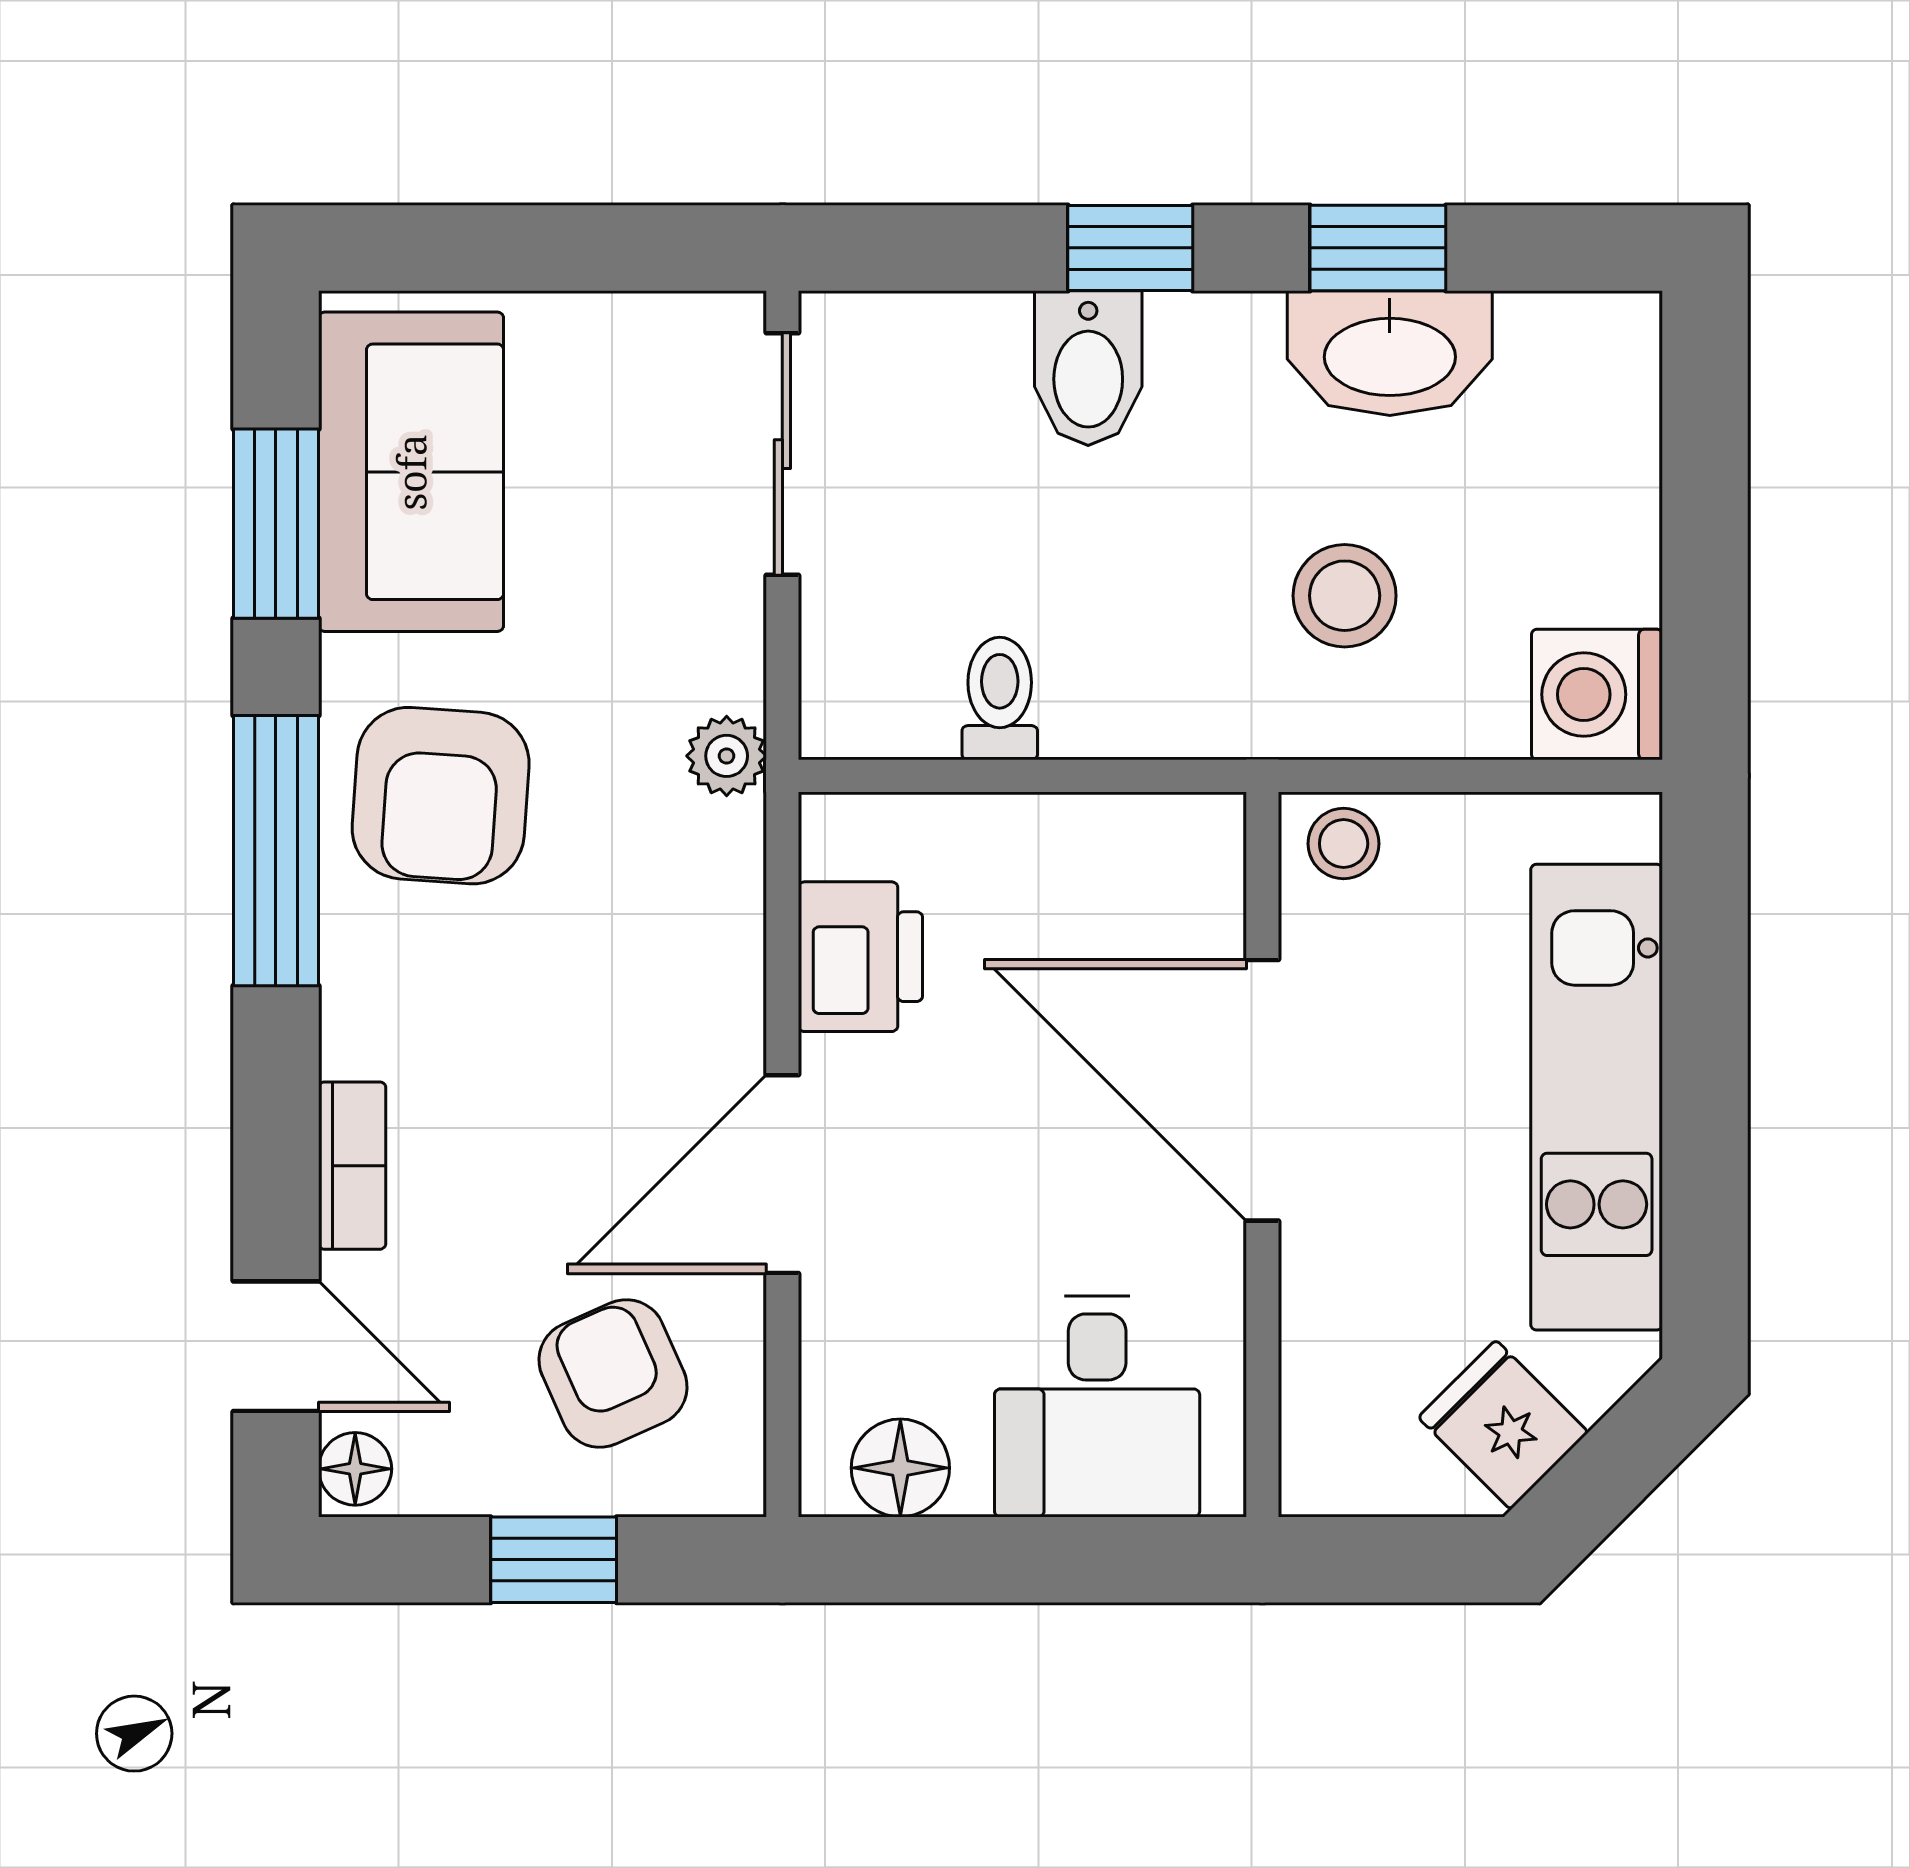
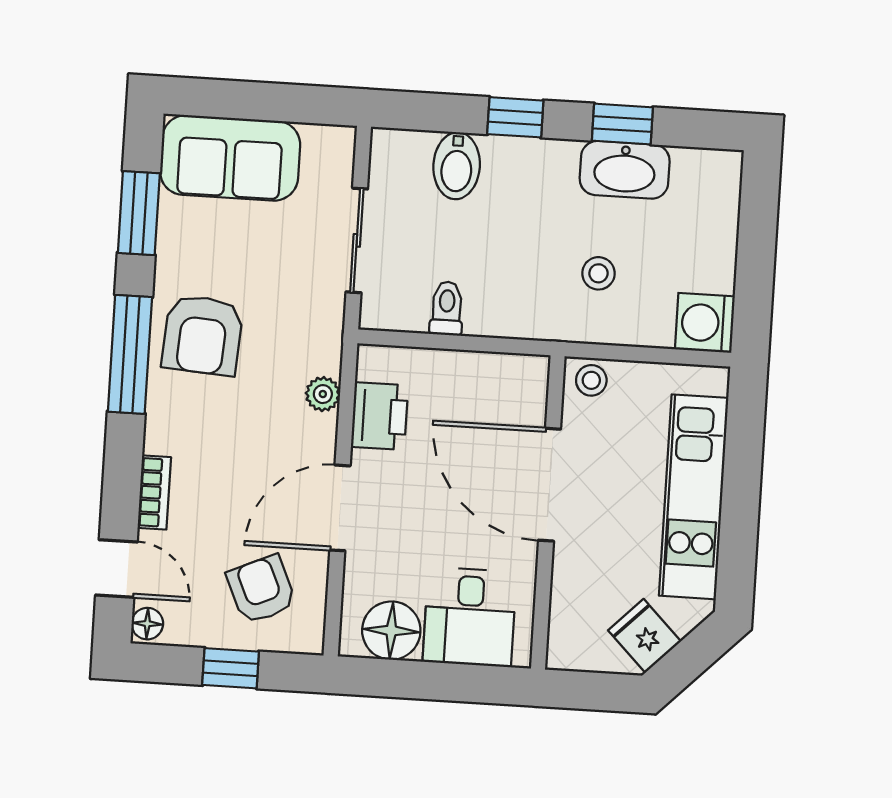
bidet: (1088, 368) -> (457, 166), moved
sliding door: (782, 454) -> (357, 240), moved
sofa: (411, 472) -> (230, 158), moved, turned 90
stool: (1345, 596) -> (598, 273), width x0.73, depth x0.73
plant: (727, 756) -> (323, 394), moved
floor lamp: (900, 1468) -> (391, 631), width x1.38, depth x1.38

